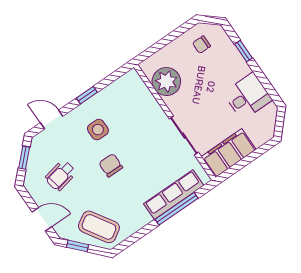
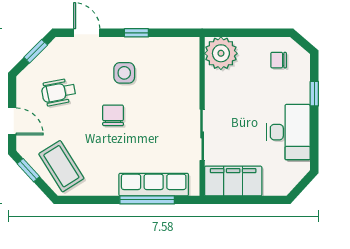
plant: (166, 82) -> (221, 53), moved
desk: (248, 96) -> (288, 132), width x1.37

